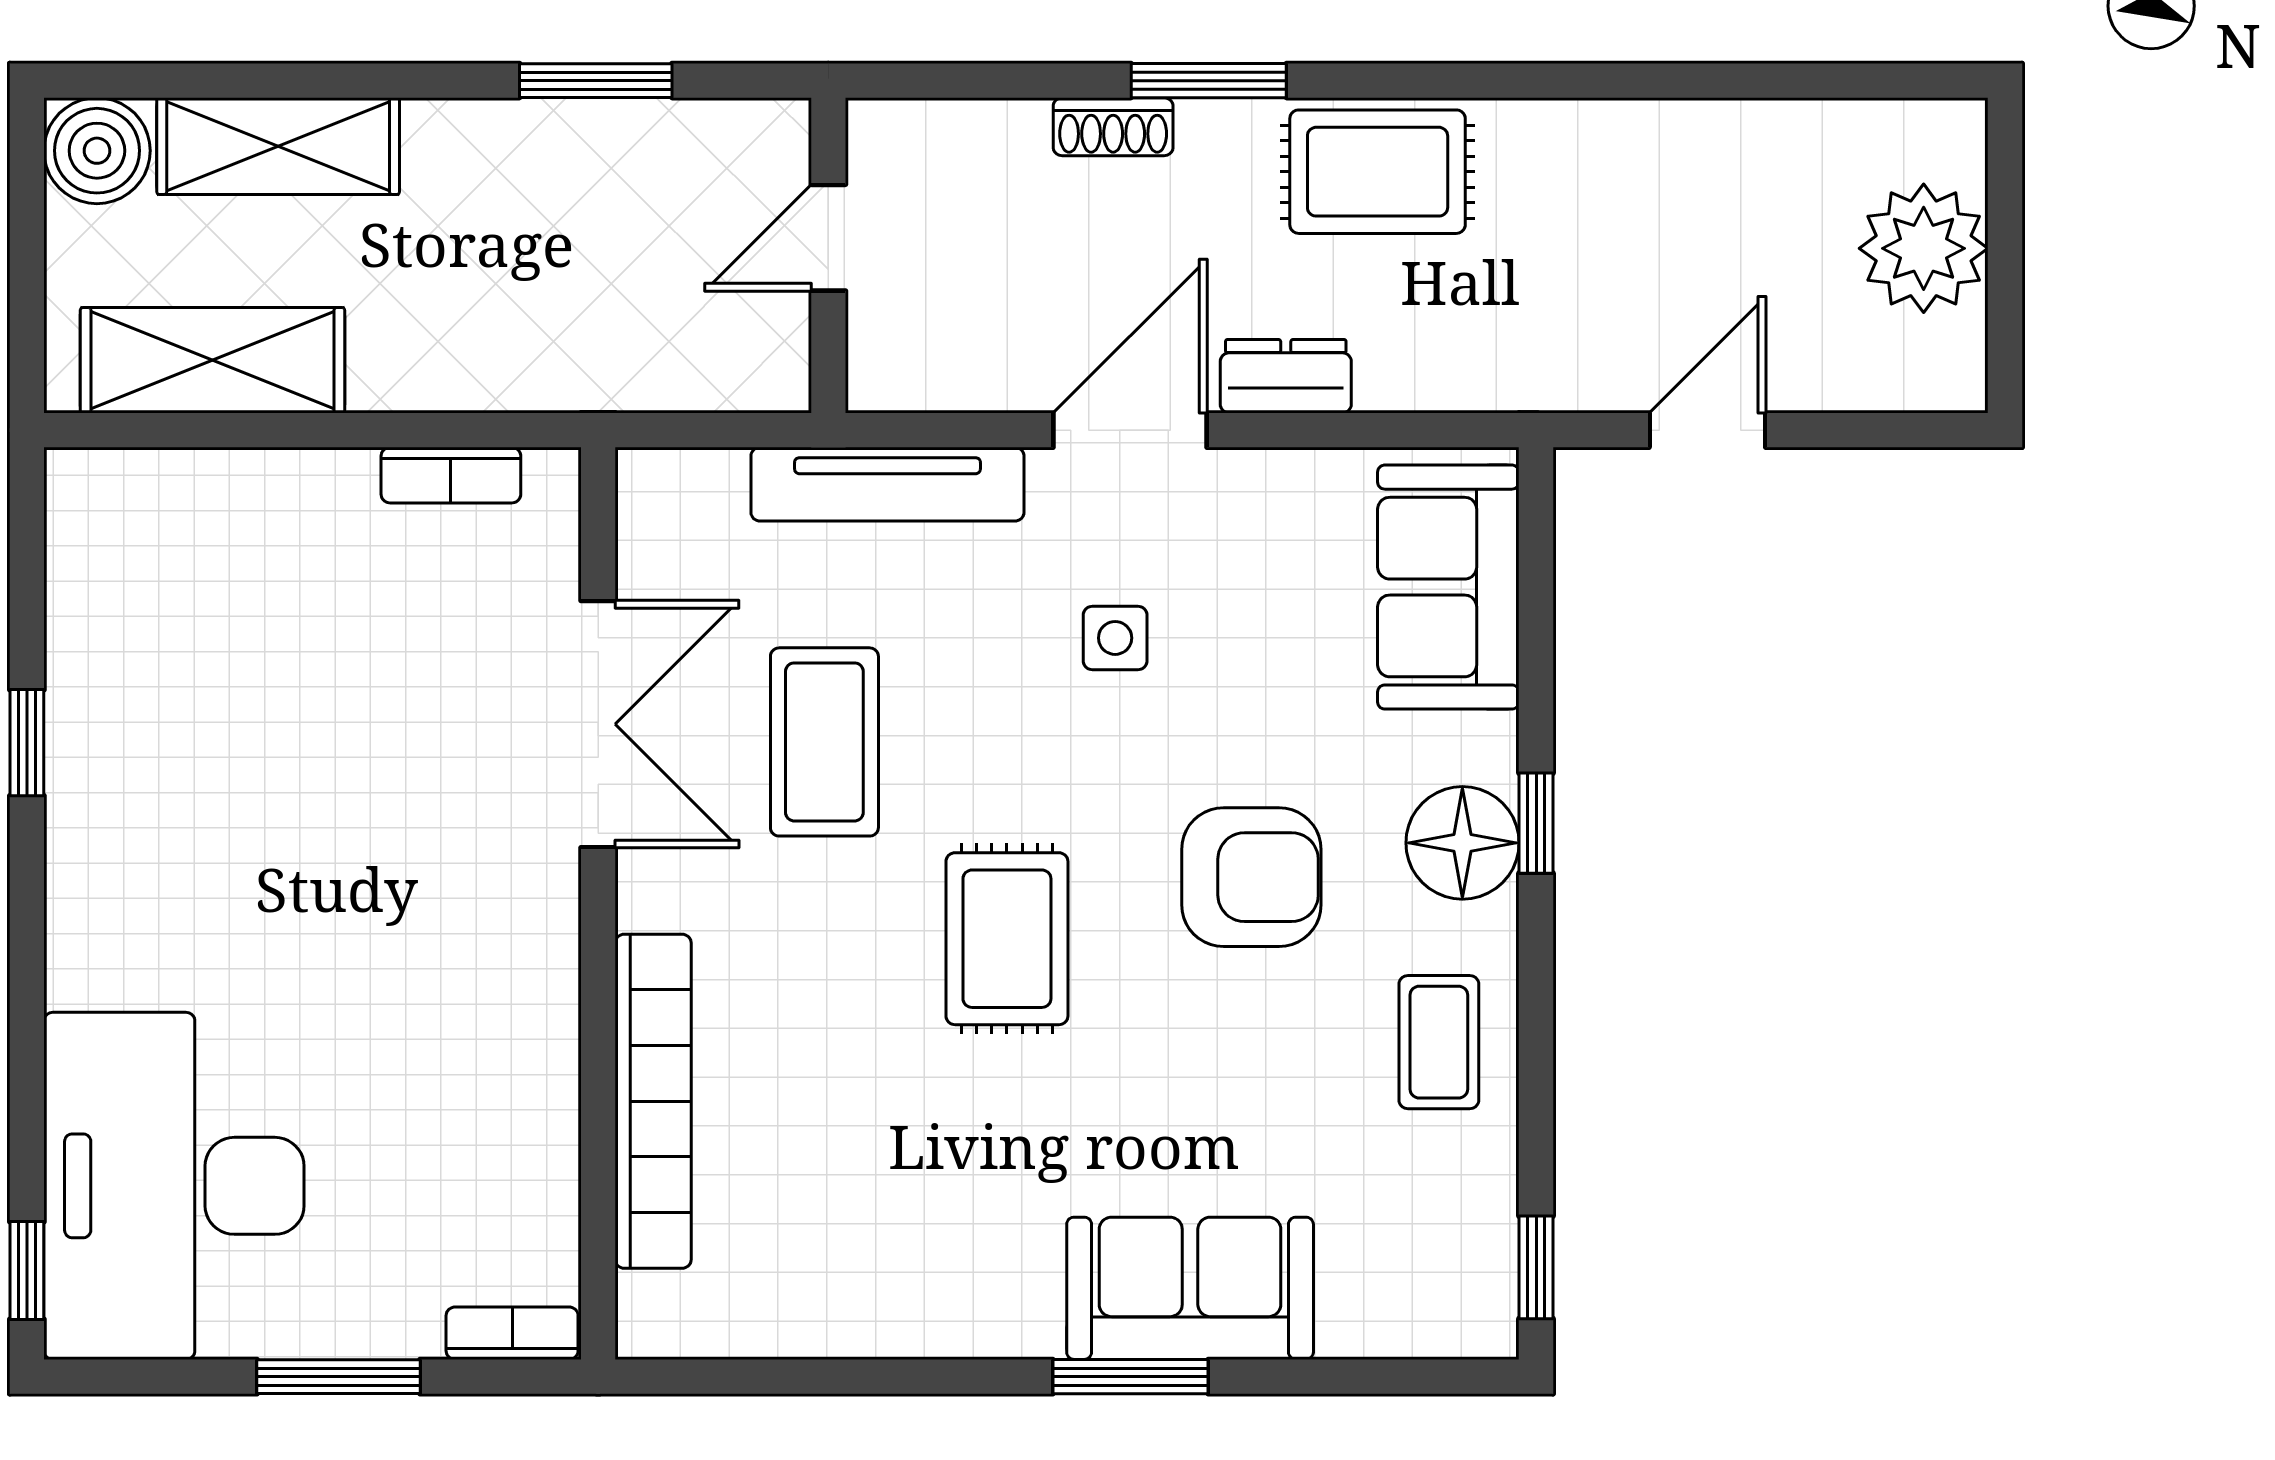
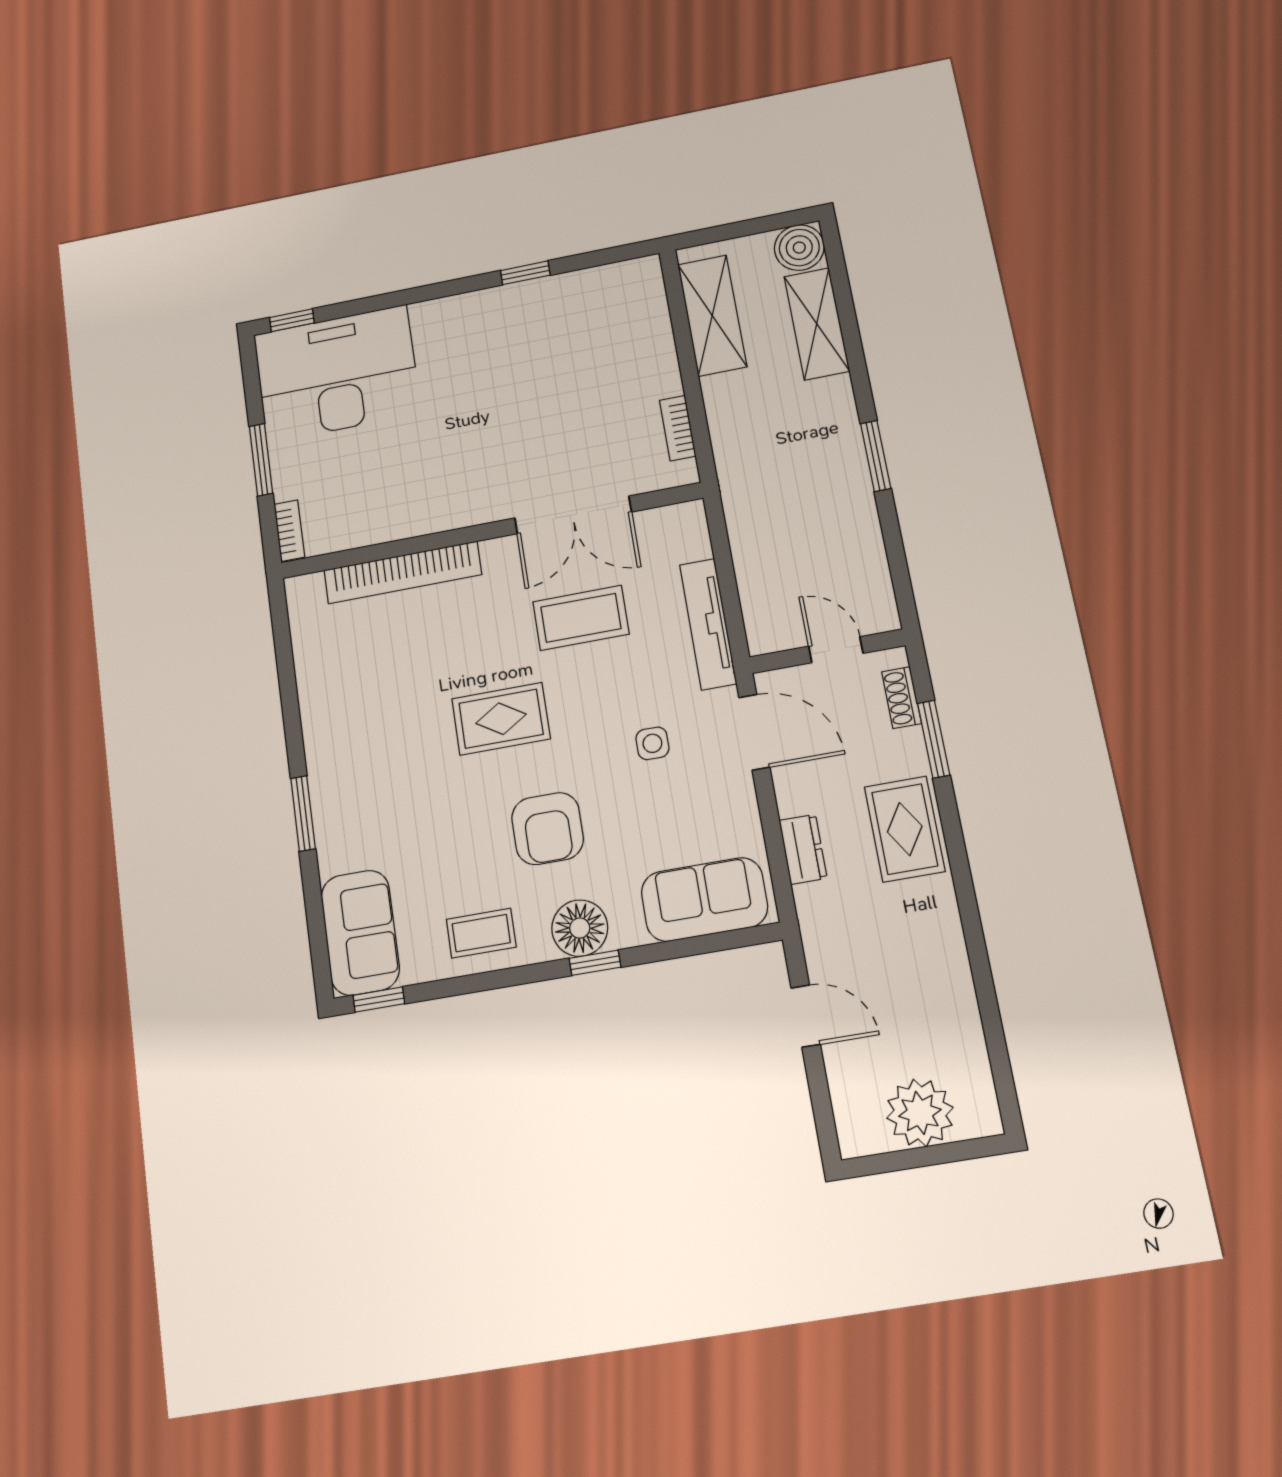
door: (828, 238) -> (836, 650), moved
wall: (828, 255) -> (827, 651), moved
dresser: (1286, 376) -> (803, 849), moved
sofa: (1190, 1288) -> (360, 933), moved

